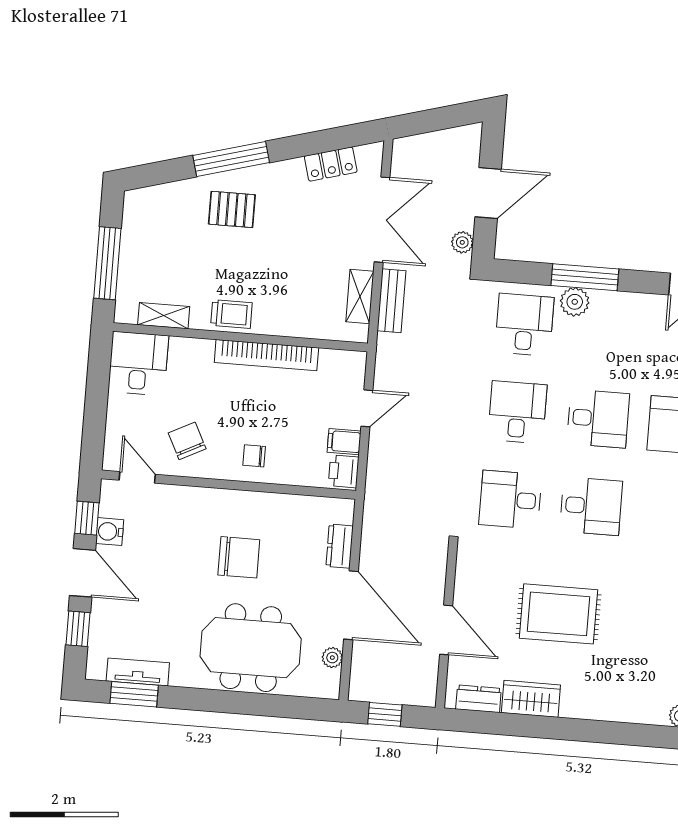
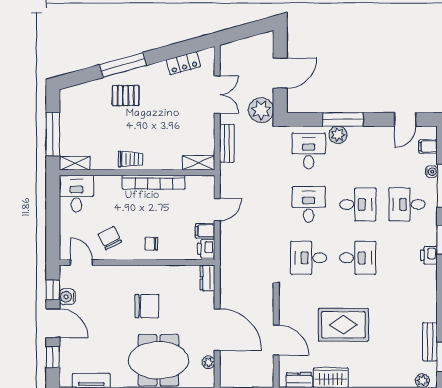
double door: (382, 220) -> (217, 94), width x0.73
plant: (462, 242) -> (261, 110), width x1.87, depth x1.87
shelving: (360, 297) -> (199, 163), moved, turned 90
shelving: (164, 316) -> (75, 163), moved
dresser: (340, 546) -> (207, 278), moved

